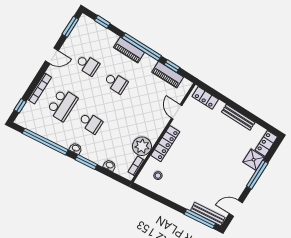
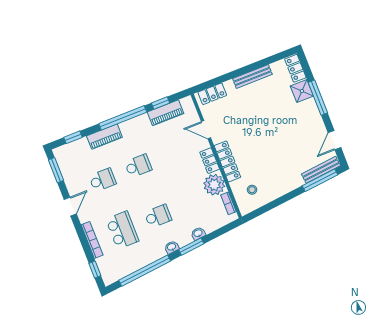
piano: (129, 50) -> (104, 137), moved
locker: (157, 131) -> (210, 161), added
washbasin: (110, 165) -> (198, 233), moved

